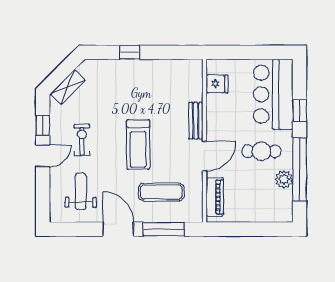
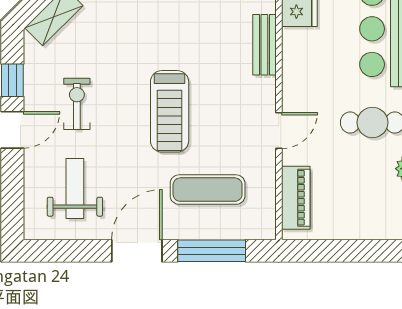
bench: (196, 121) -> (264, 45), moved
door: (204, 156) -> (279, 131), width x0.73
door: (118, 229) -> (137, 251), hinge flipped

